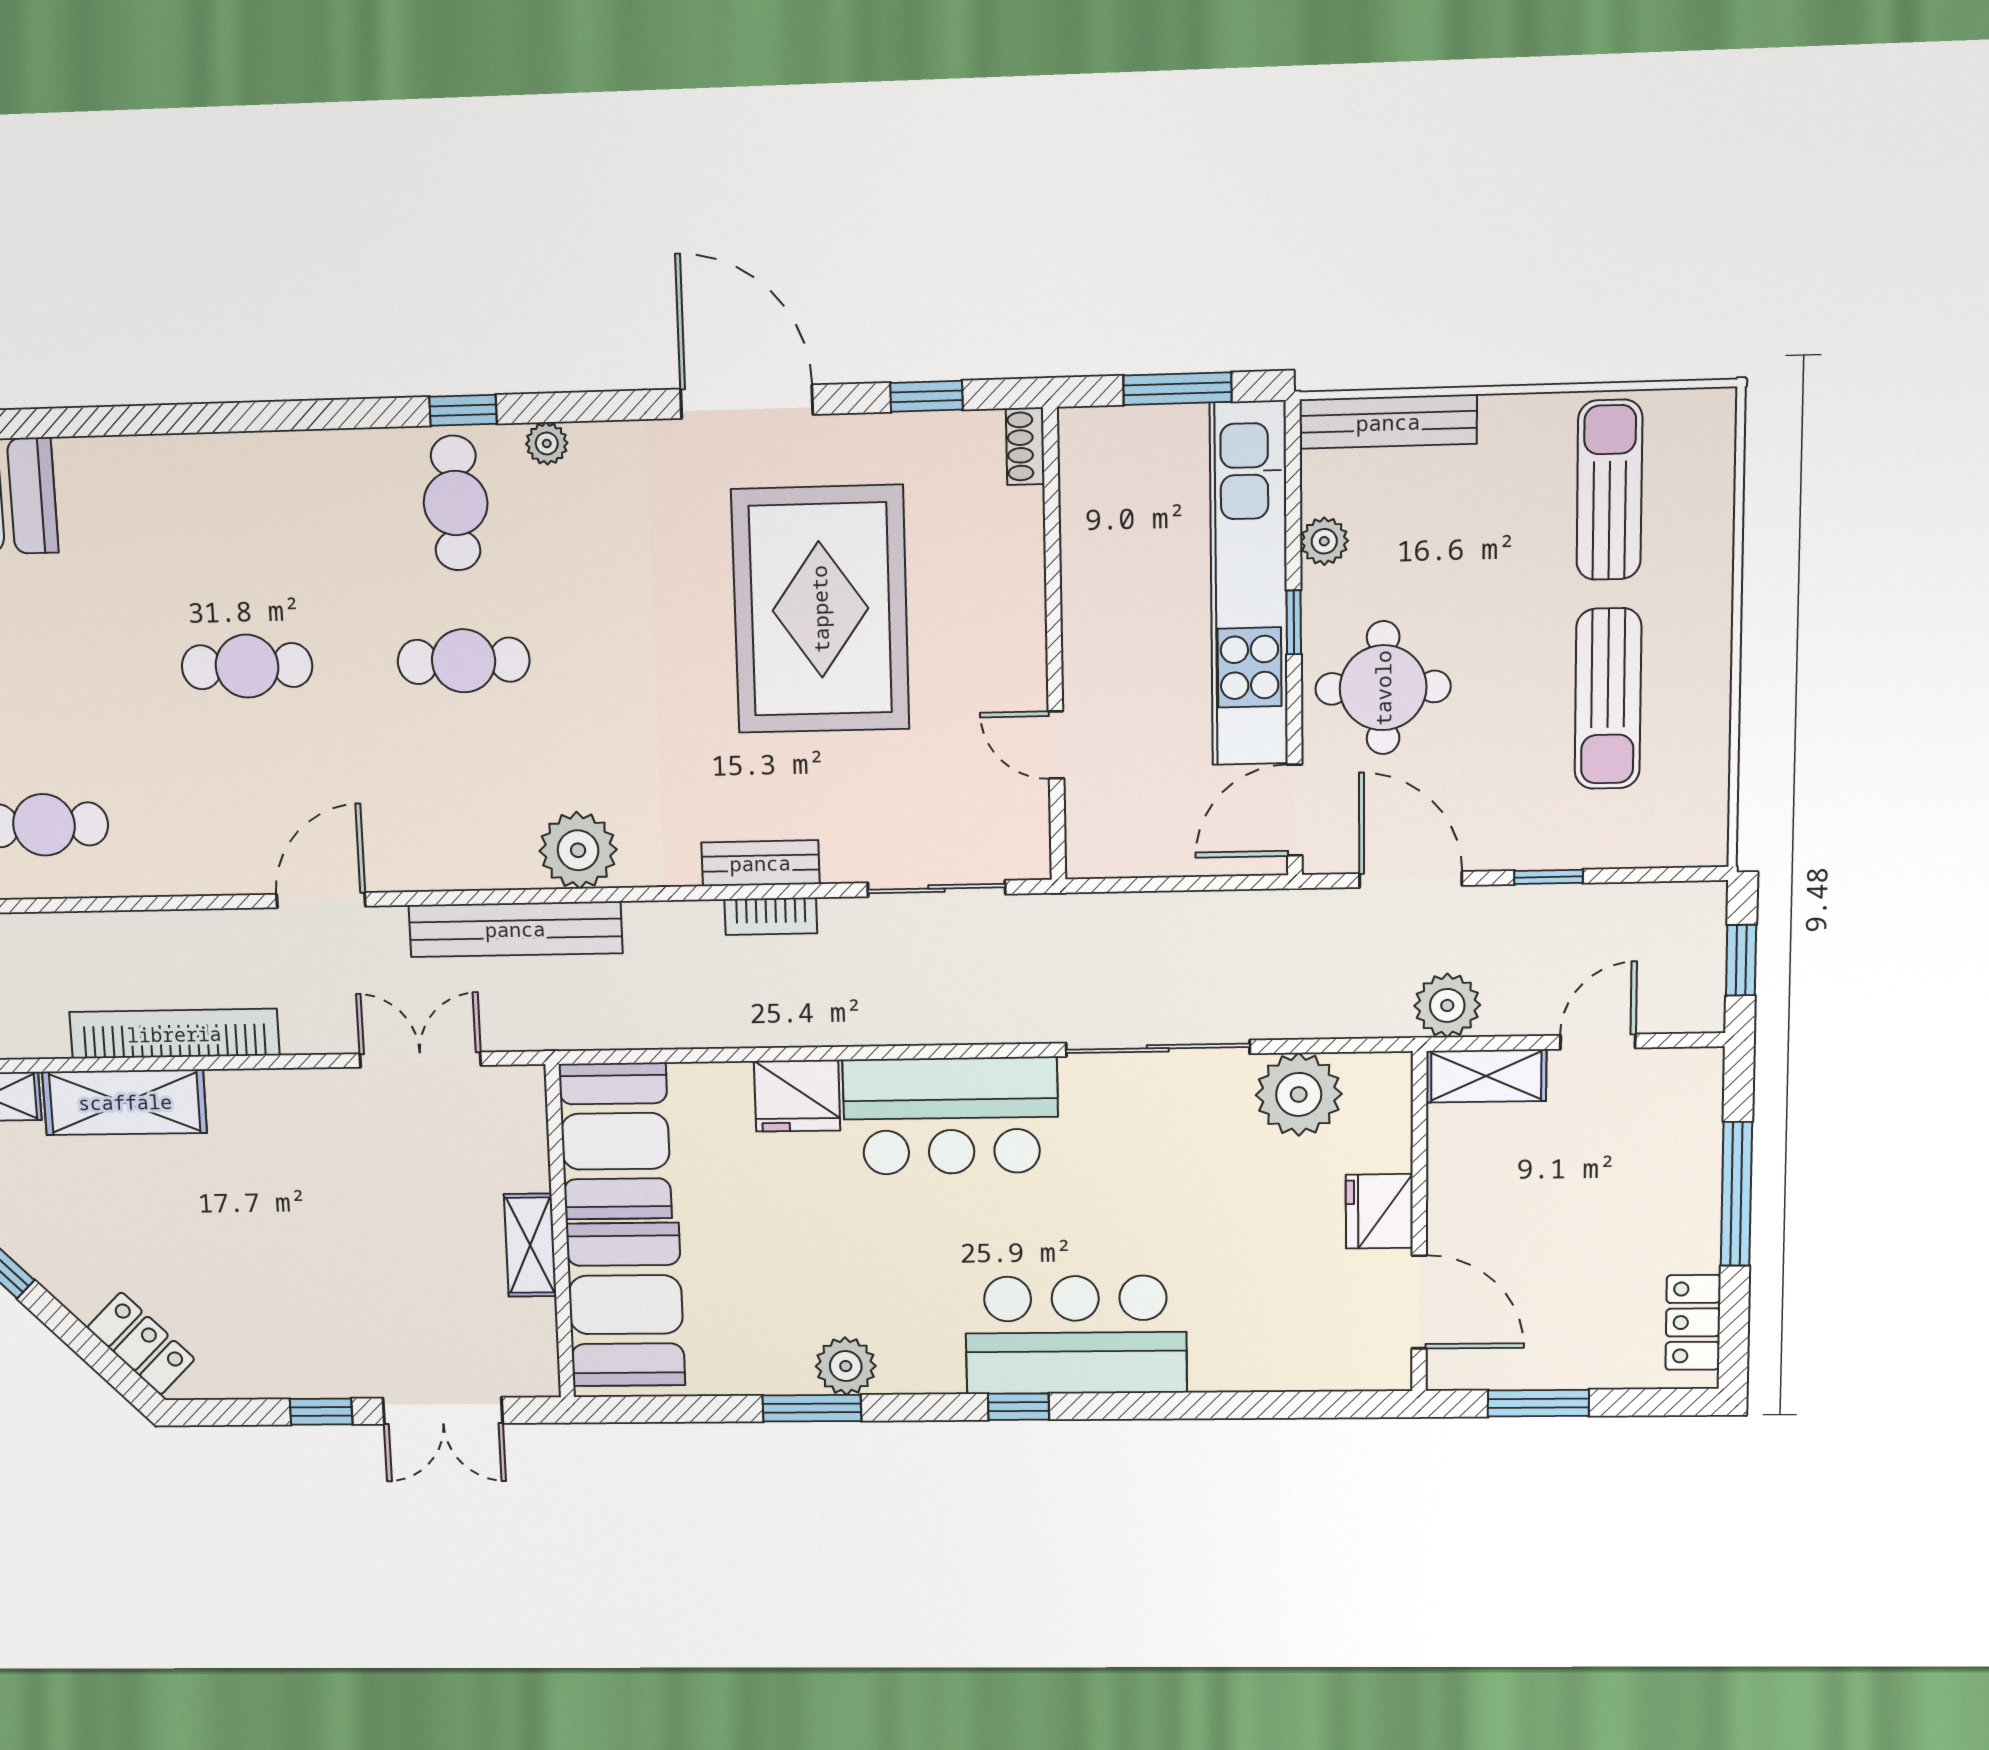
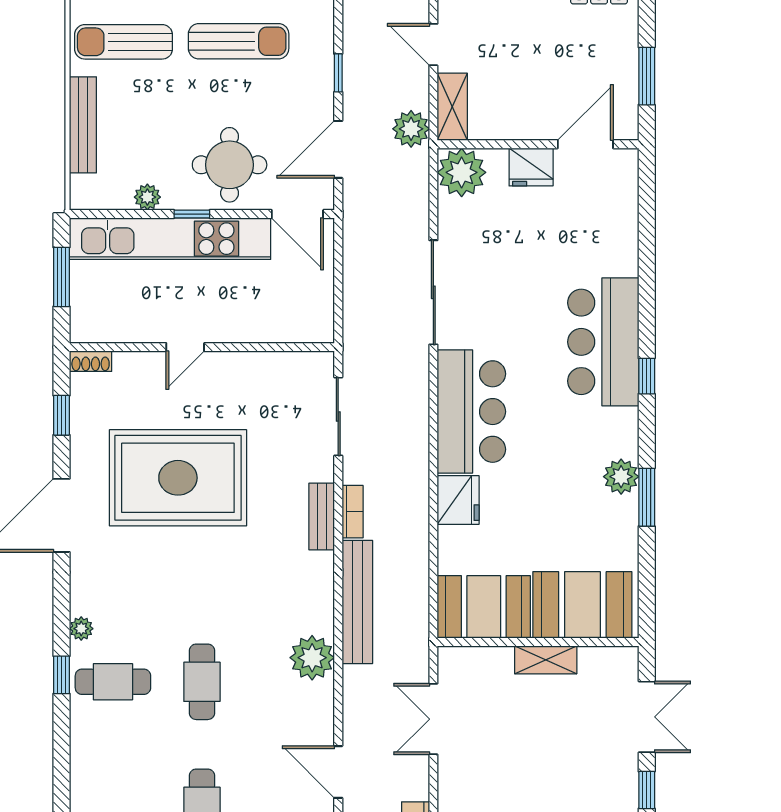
bench: (1388, 422) -> (83, 125), moved
door: (1056, 745) -> (185, 347), moved
plant: (578, 850) -> (312, 658), moved
bench: (515, 929) -> (357, 602), moved
plant: (1299, 1094) -> (462, 172), moved

